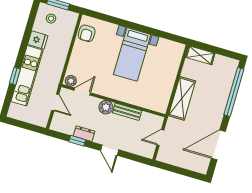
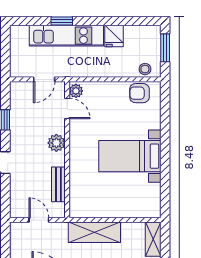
stool: (51, 19) -> (145, 69), moved
bench: (127, 112) -> (58, 184), moved
dresser: (84, 134) -> (16, 126), removed

